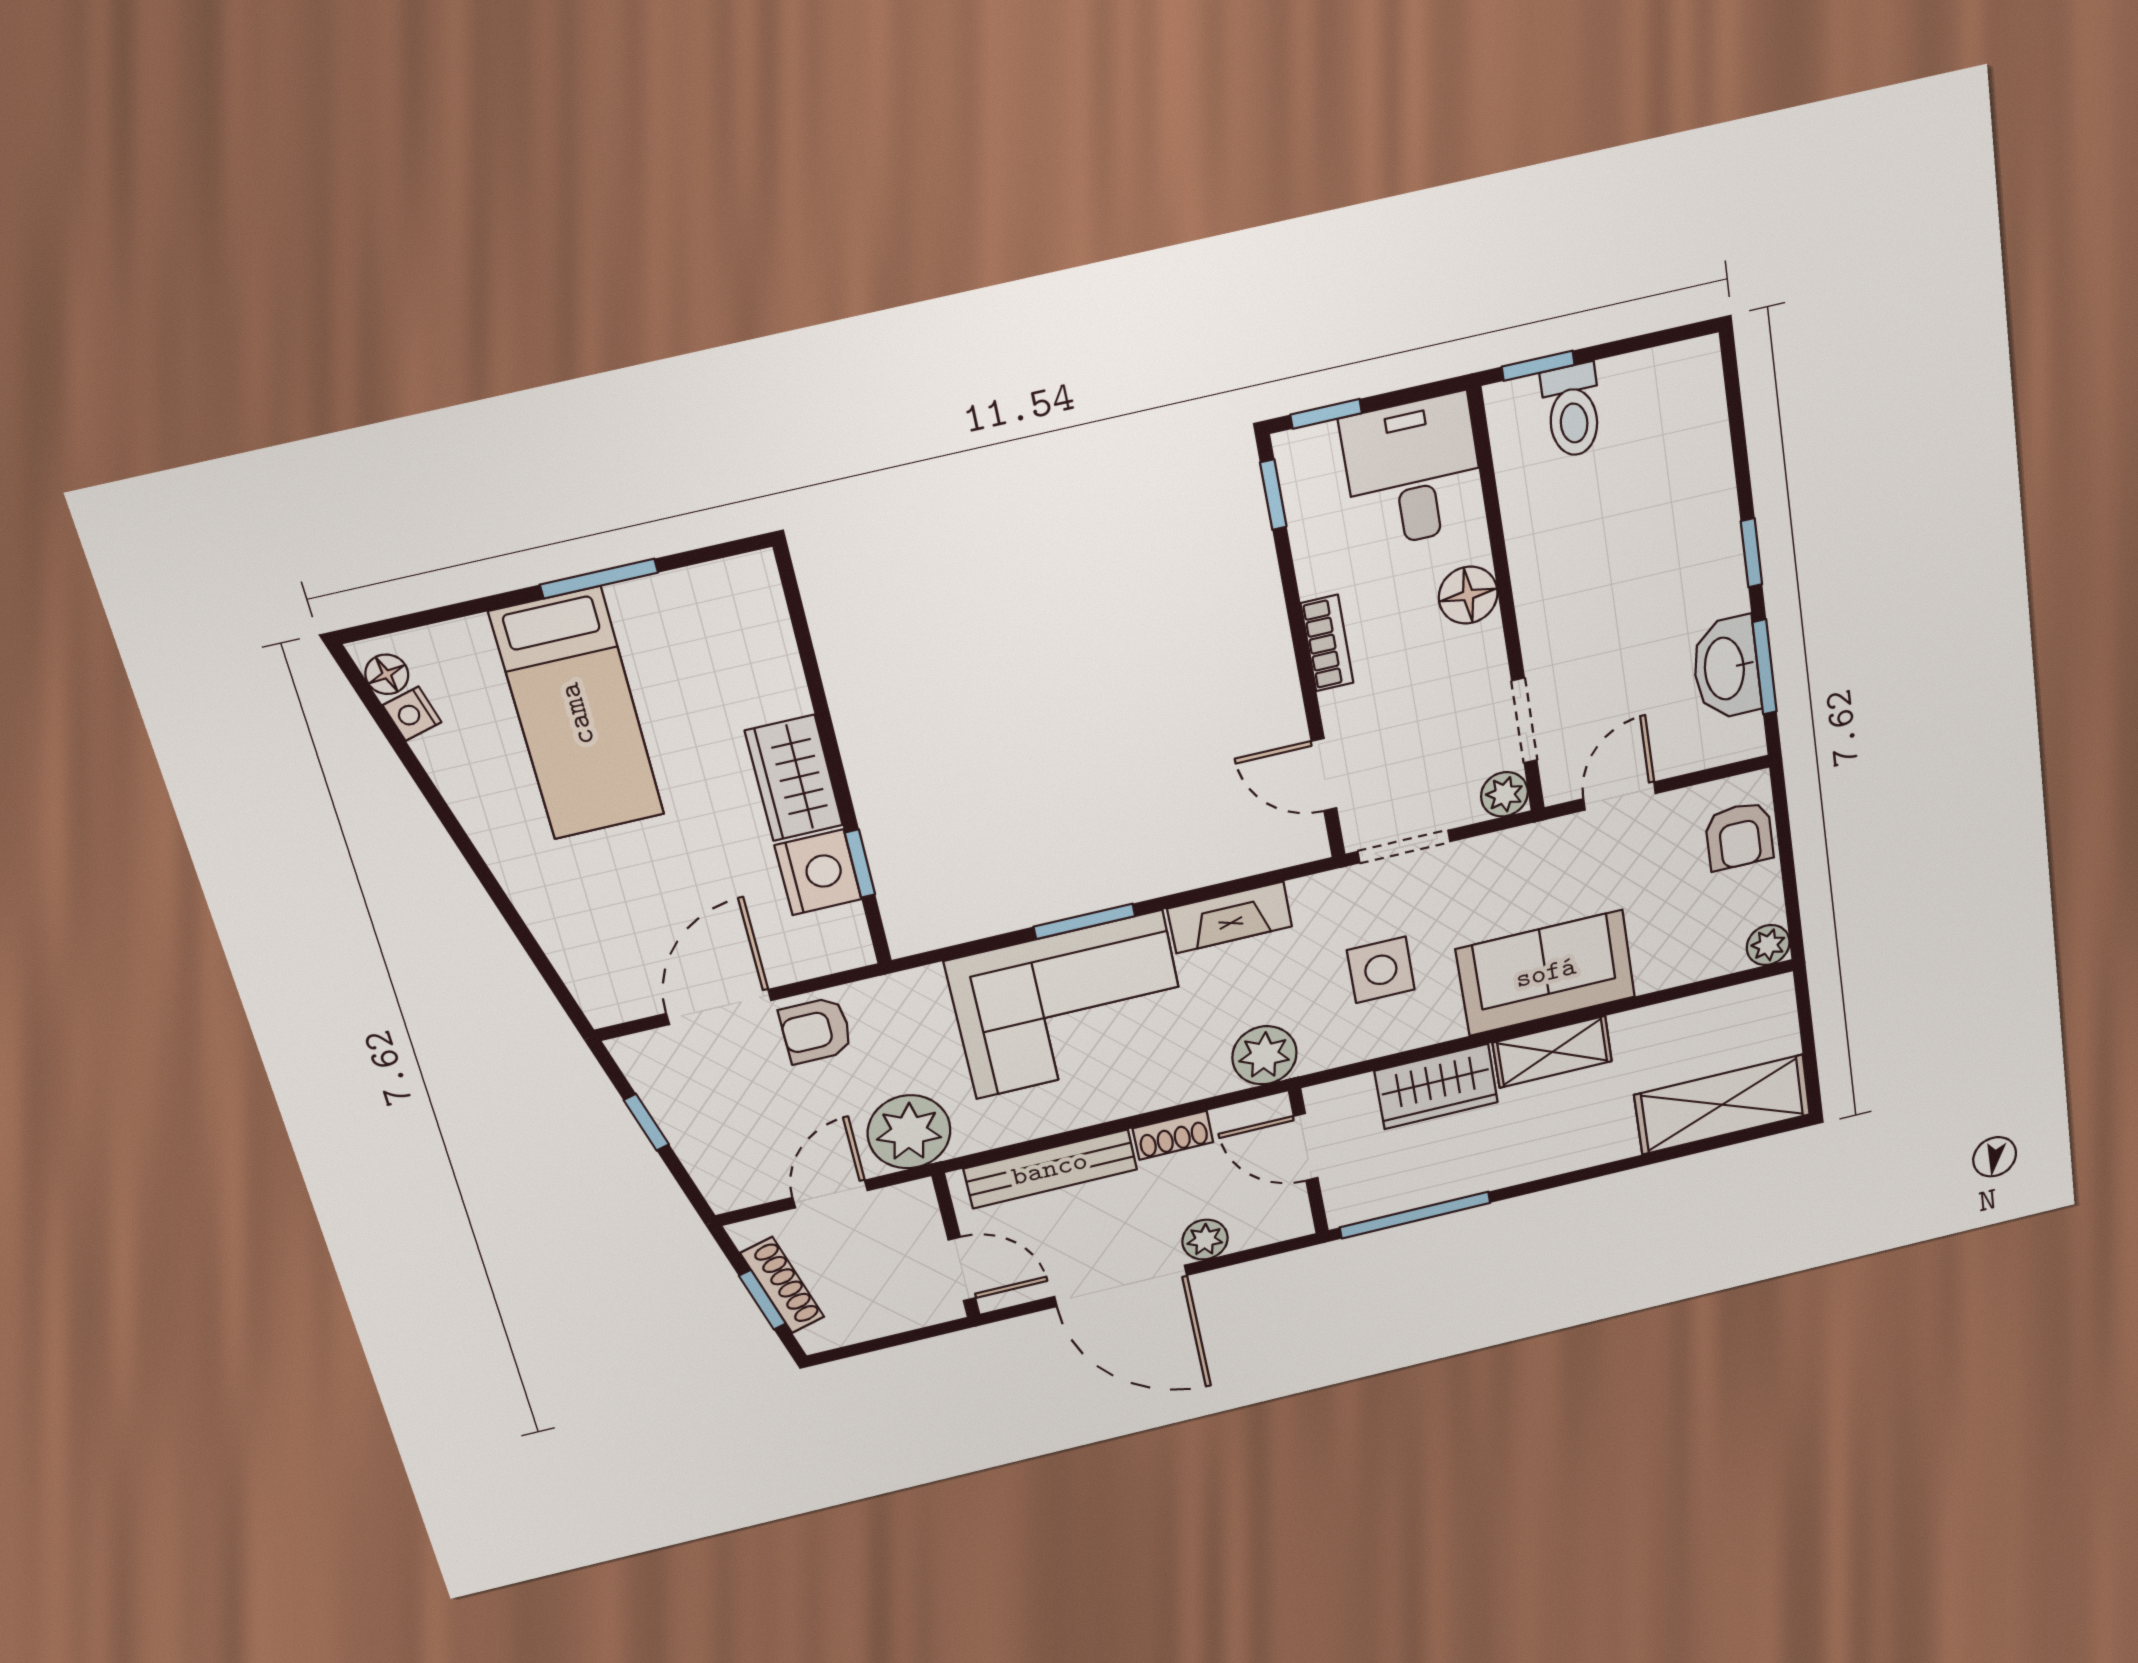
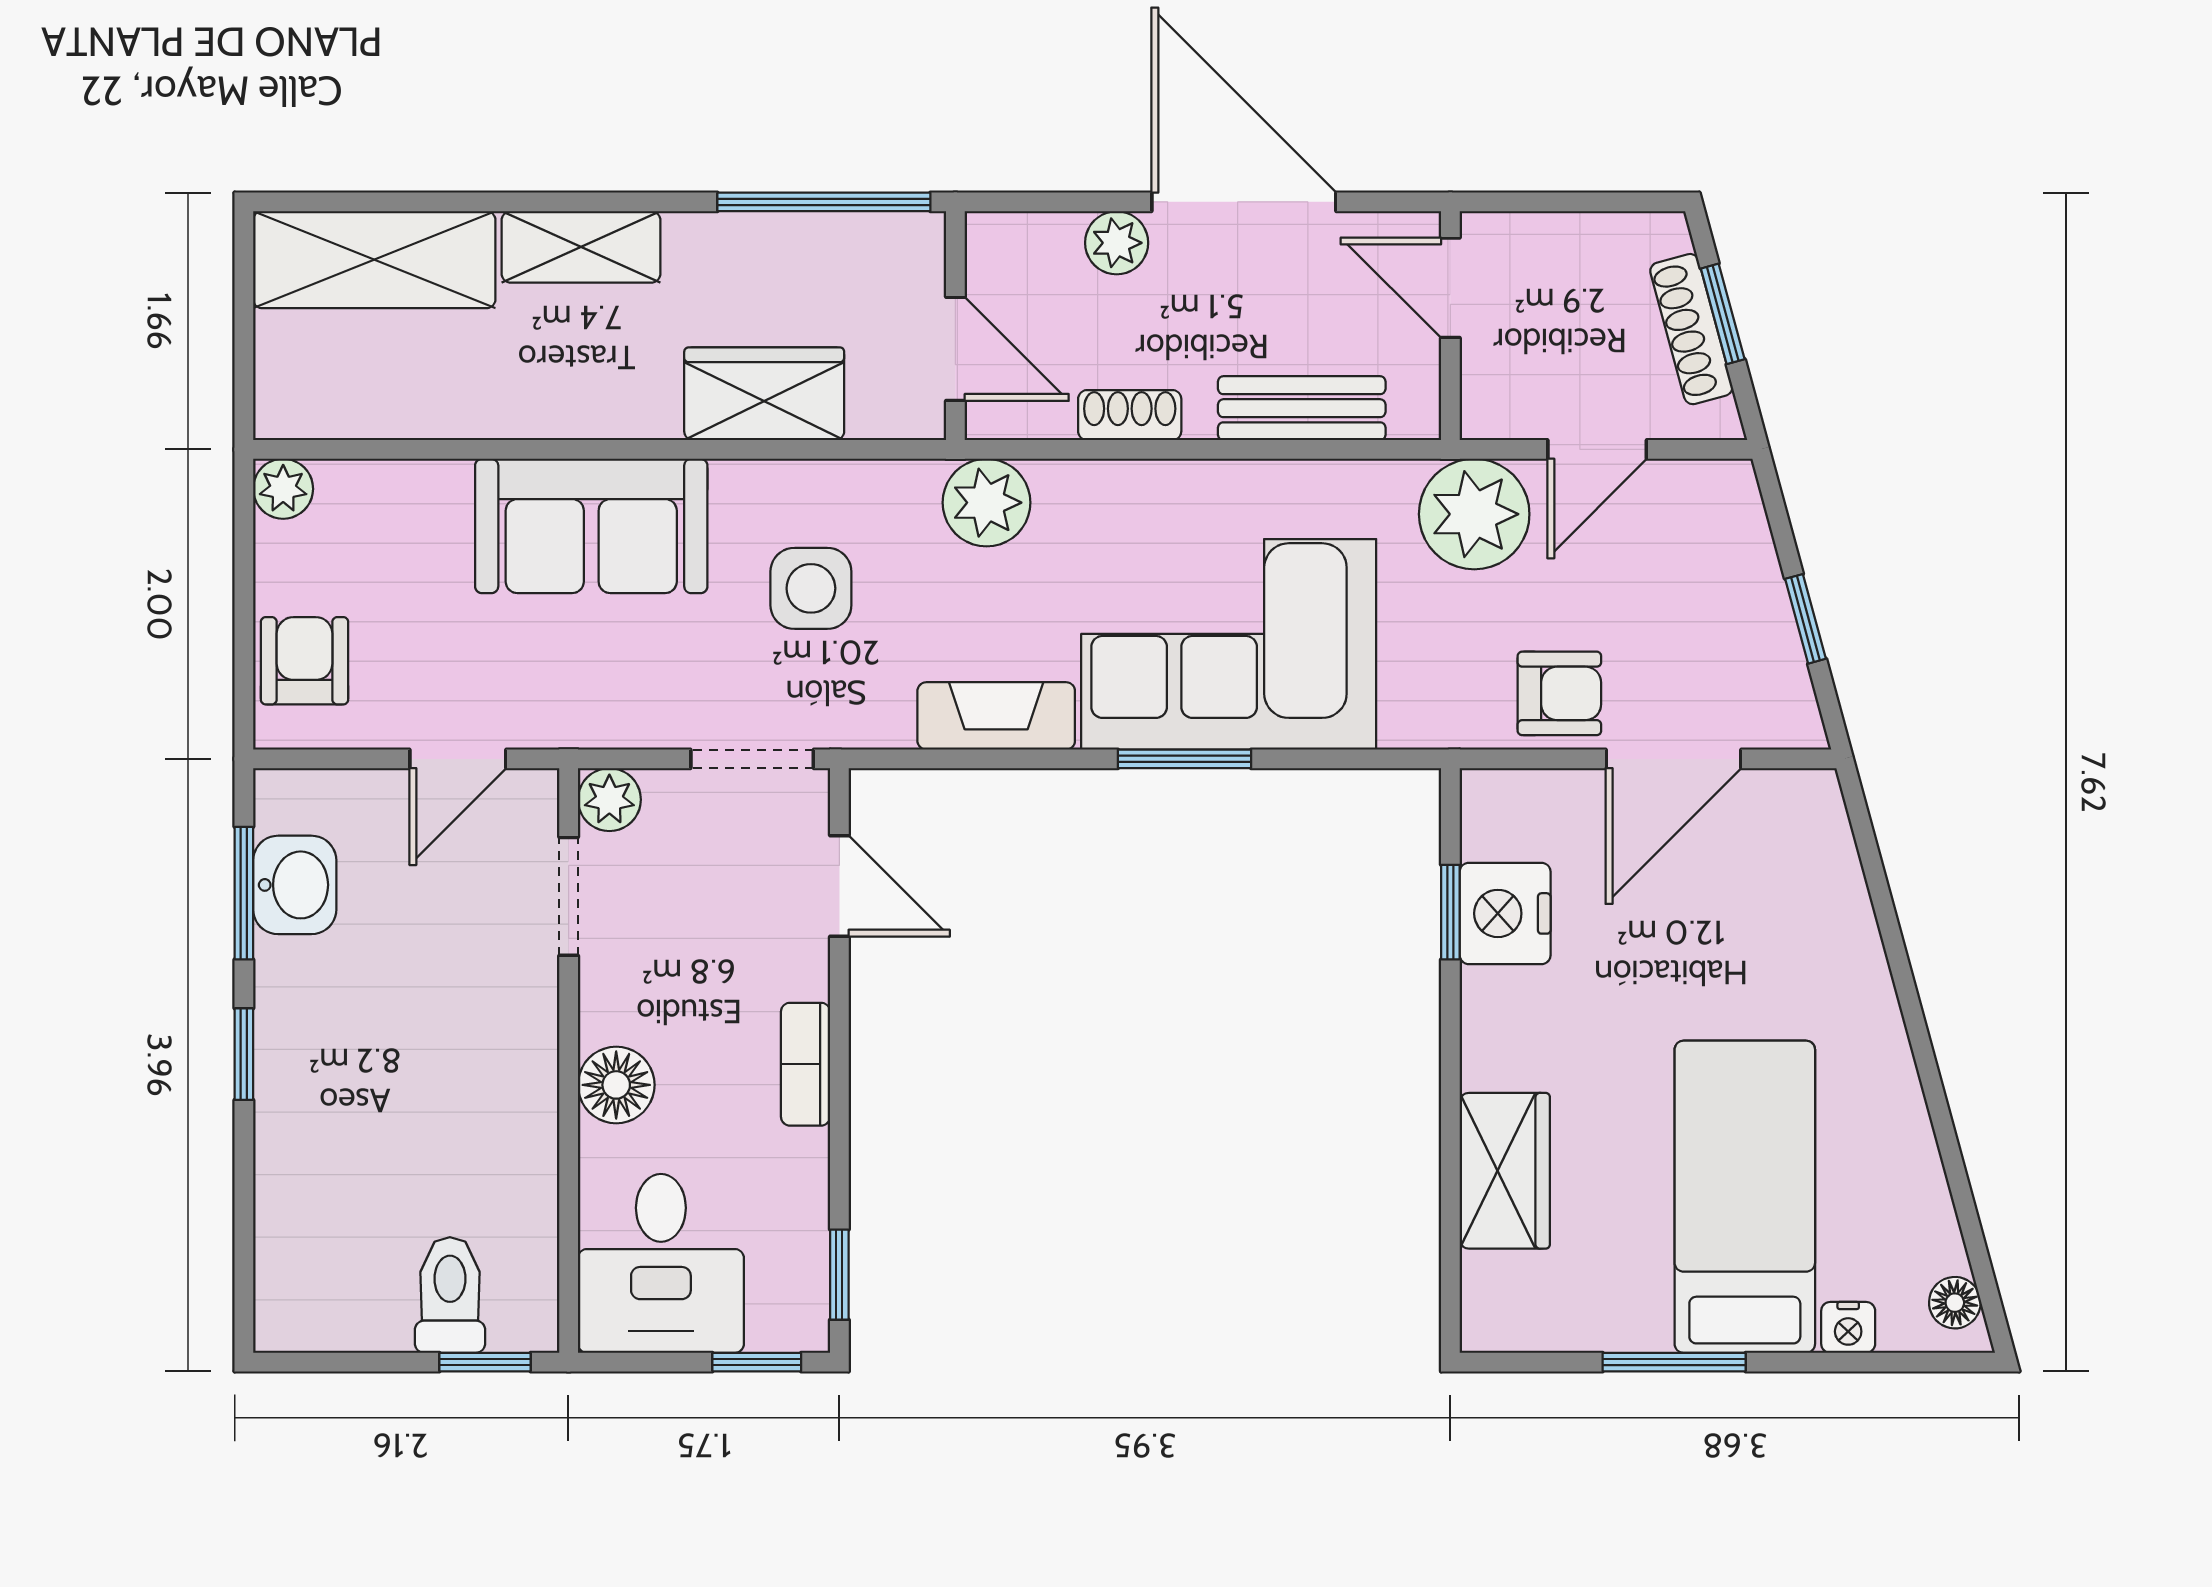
washbasin: (1726, 668) -> (295, 885), width x0.72
nightstand: (412, 714) -> (1848, 1327), moved, turned 105
wardrobe: (794, 778) -> (1505, 1171), moved
shelving: (1552, 1052) -> (581, 247), moved
bench: (1050, 1169) -> (1302, 408), width x0.73

